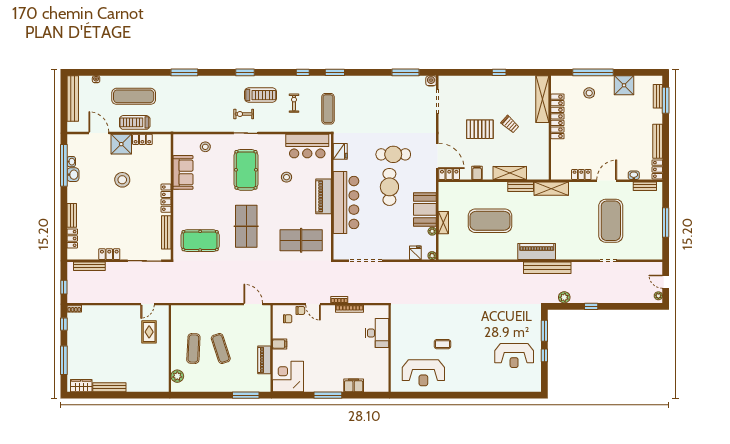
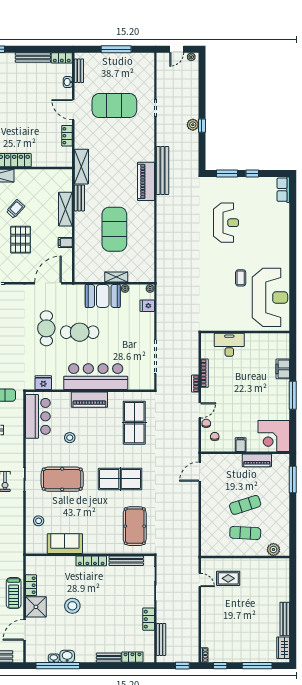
locker: (449, 174) -> (67, 271), removed
plant: (564, 297) -> (193, 125), moved
reception desk: (514, 356) -> (226, 223), moved
reception desk: (423, 373) -> (270, 297), width x1.36, depth x1.30
row of seats: (529, 386) -> (283, 190), added

